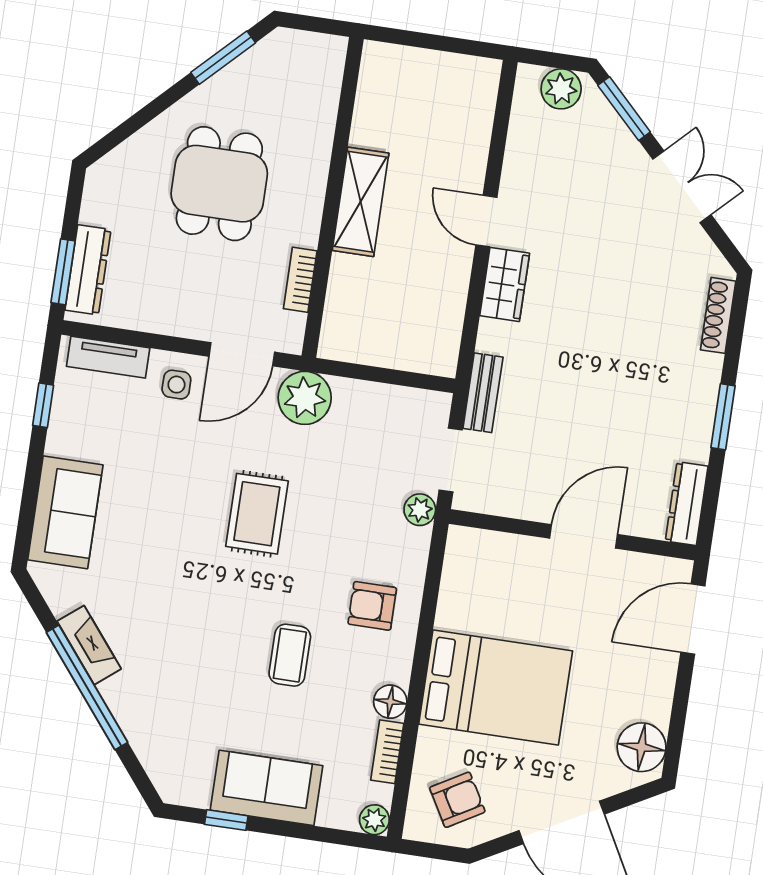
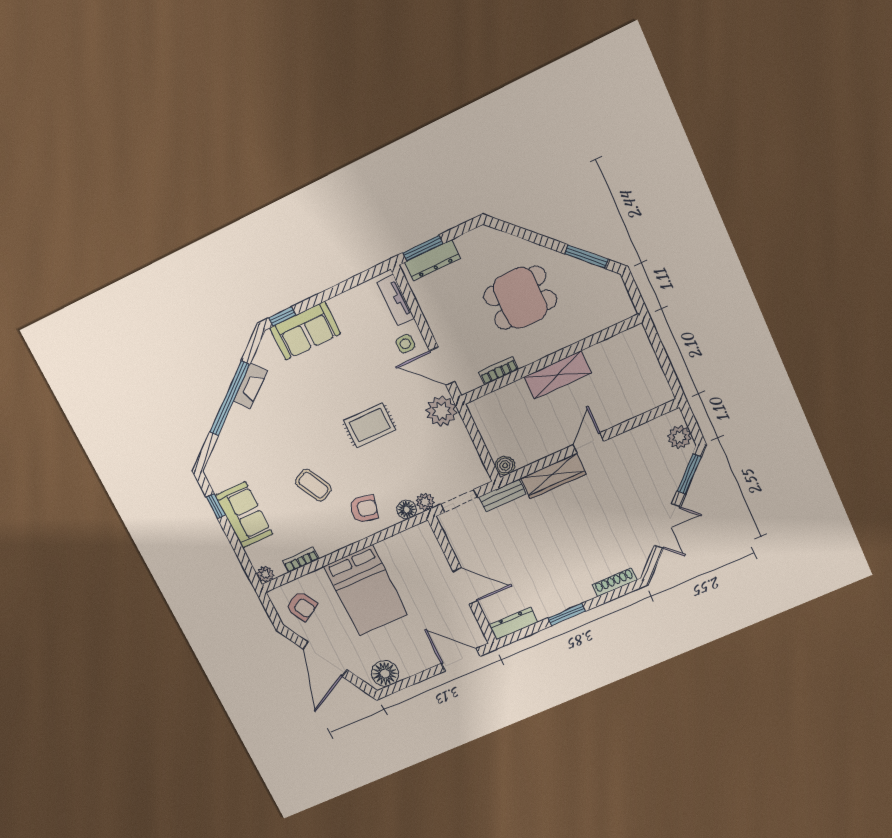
wardrobe: (505, 284) -> (553, 476), width x1.50
boiler: (442, 360) -> (505, 466), added
window: (43, 405) -> (282, 317), moved
armchair: (372, 606) -> (364, 509), turned 103
coffee table: (290, 655) -> (313, 485), turned 63
floor lamp: (390, 702) -> (407, 510), moved

